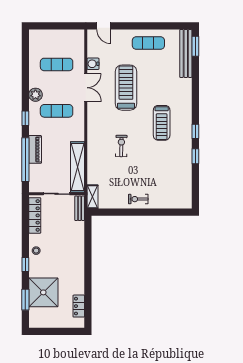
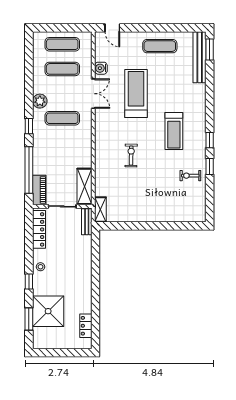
exercise mat: (57, 41) -> (62, 44), added
piano: (35, 149) -> (39, 190), moved
shelving: (77, 167) -> (84, 186), width x0.68
exercise bike: (138, 199) -> (190, 176), moved

